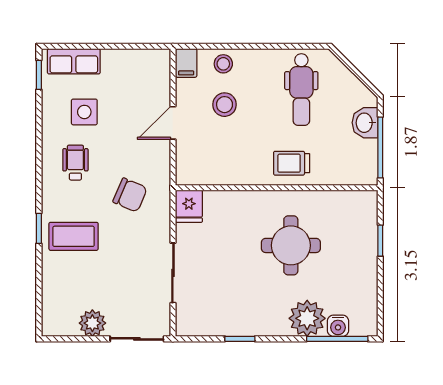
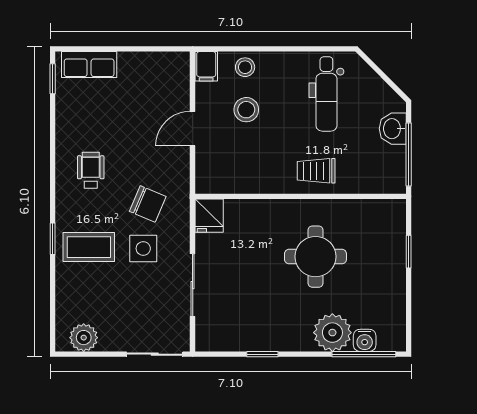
side table: (84, 112) -> (143, 248), moved
plant: (92, 323) -> (84, 338), moved

